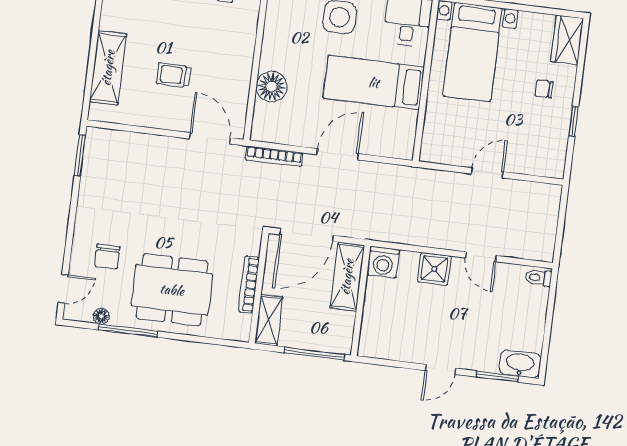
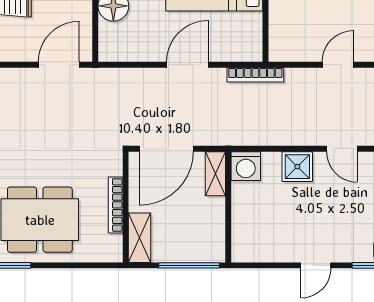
door: (210, 138) -> (59, 65), hinge flipped
bookcase: (274, 156) -> (255, 75), moved
shelving: (347, 277) -> (215, 174), width x0.67, depth x0.75

